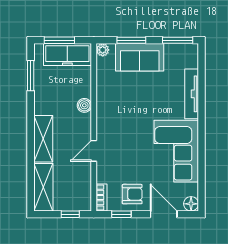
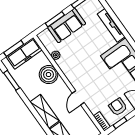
plant: (103, 50) -> (56, 55), moved
boiler: (84, 105) -> (49, 75), width x1.86, depth x1.86
armchair: (132, 194) -> (118, 107), turned -90

